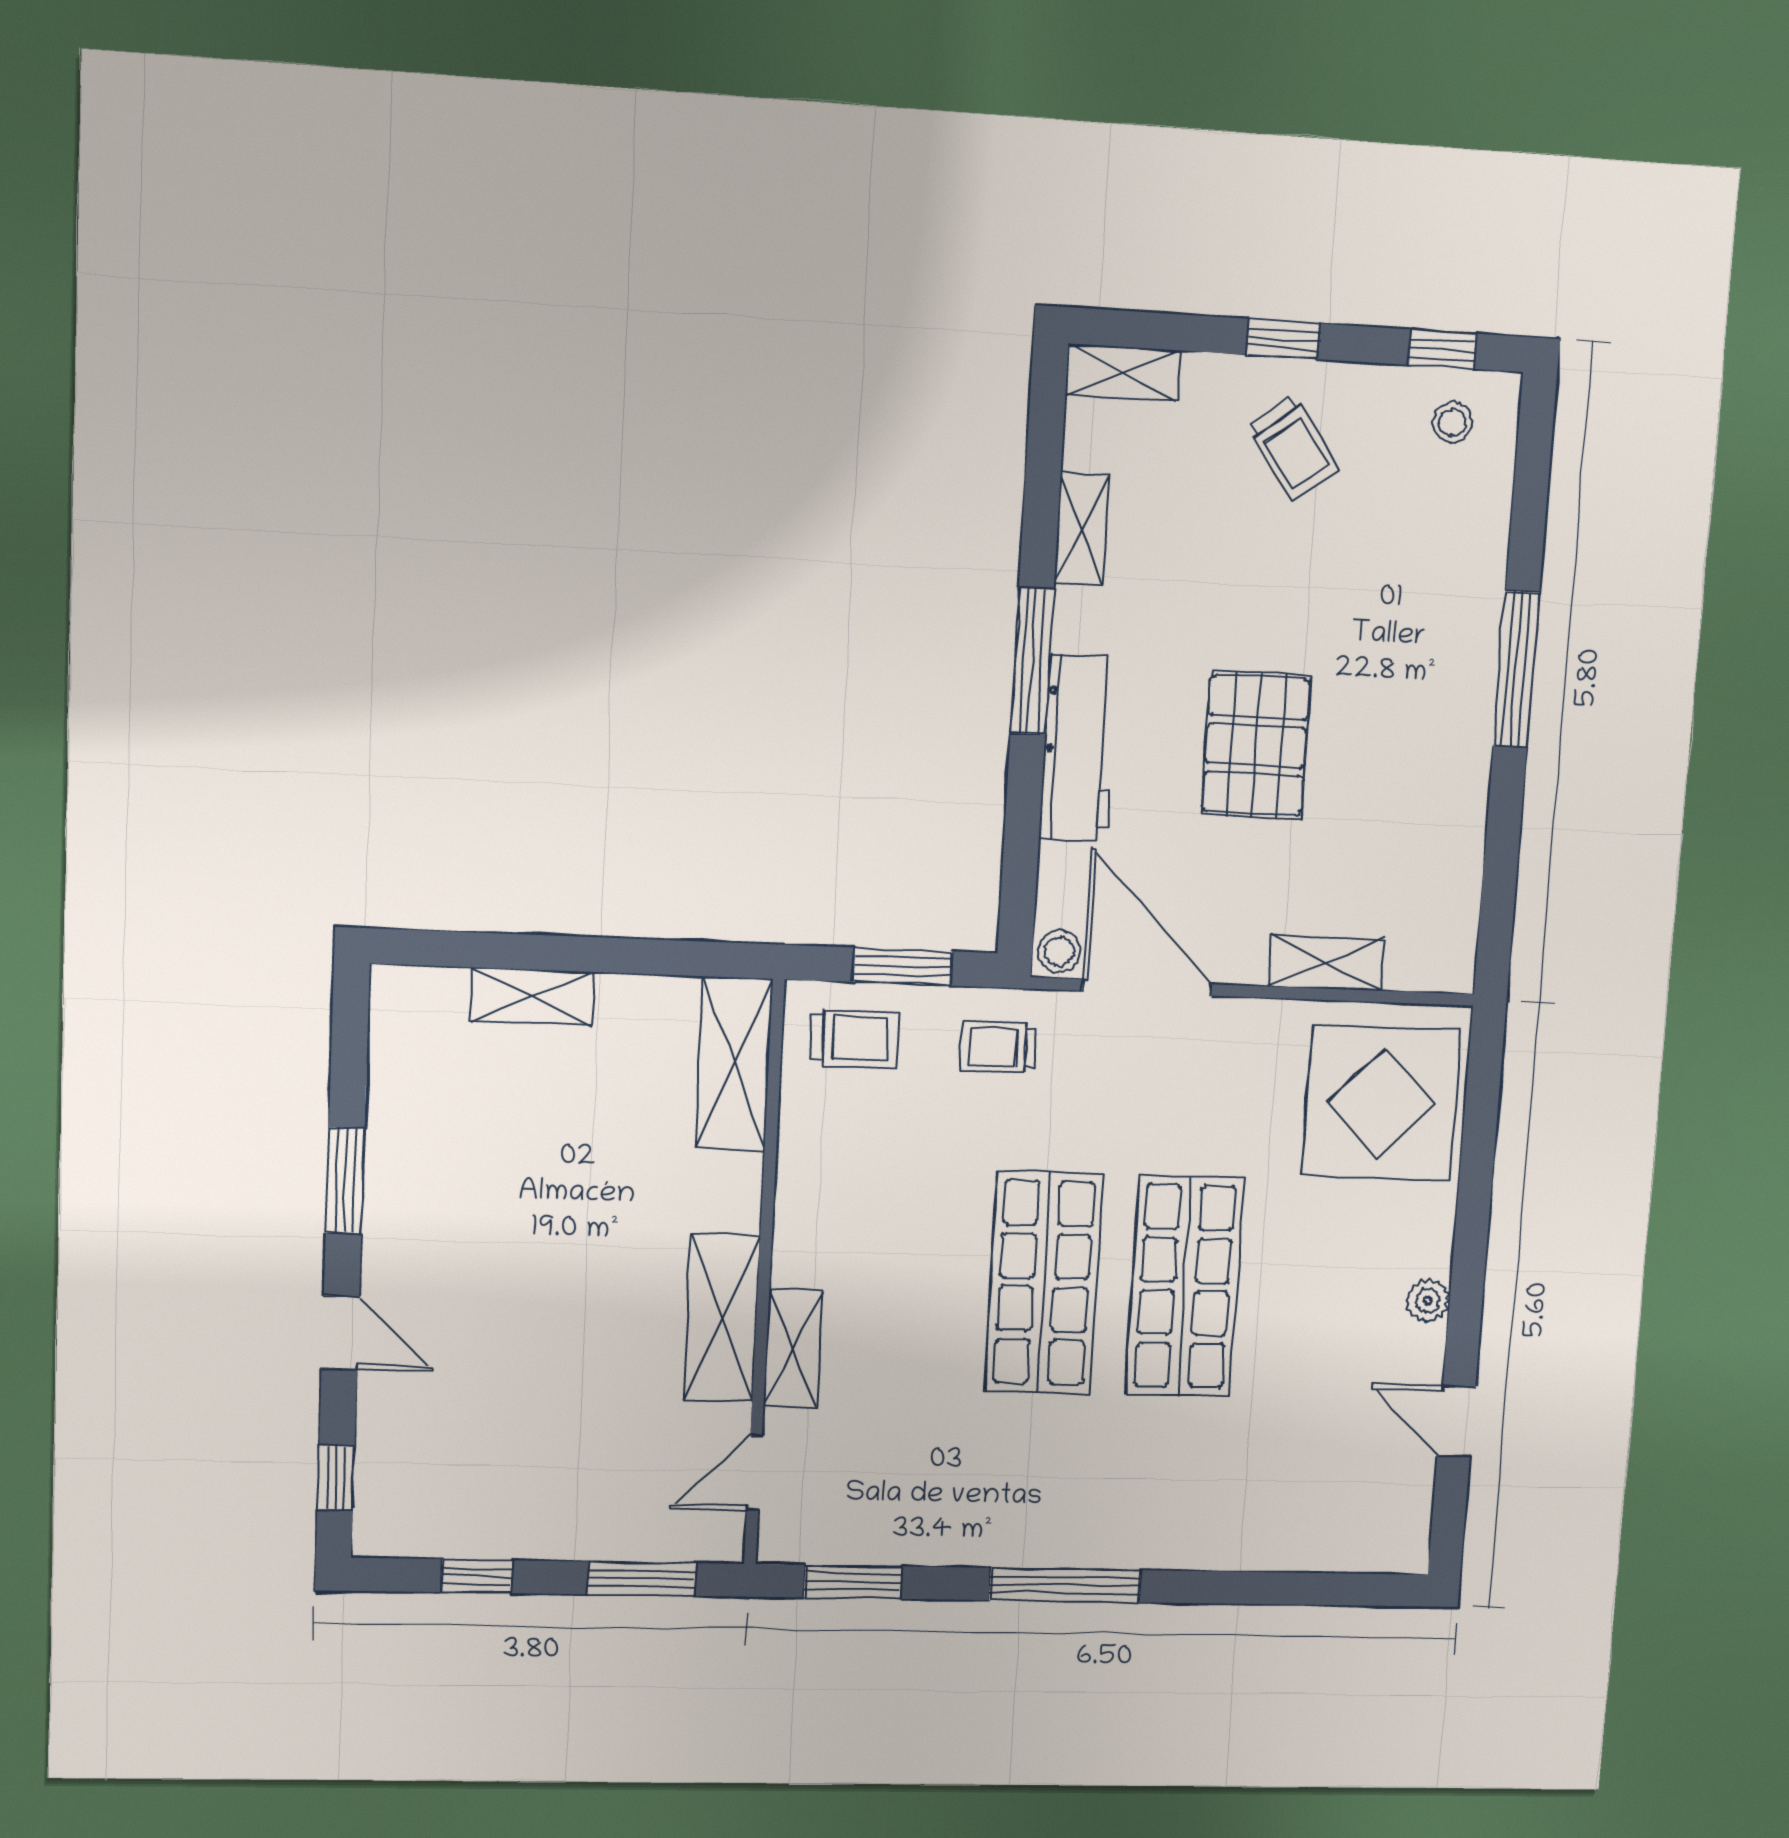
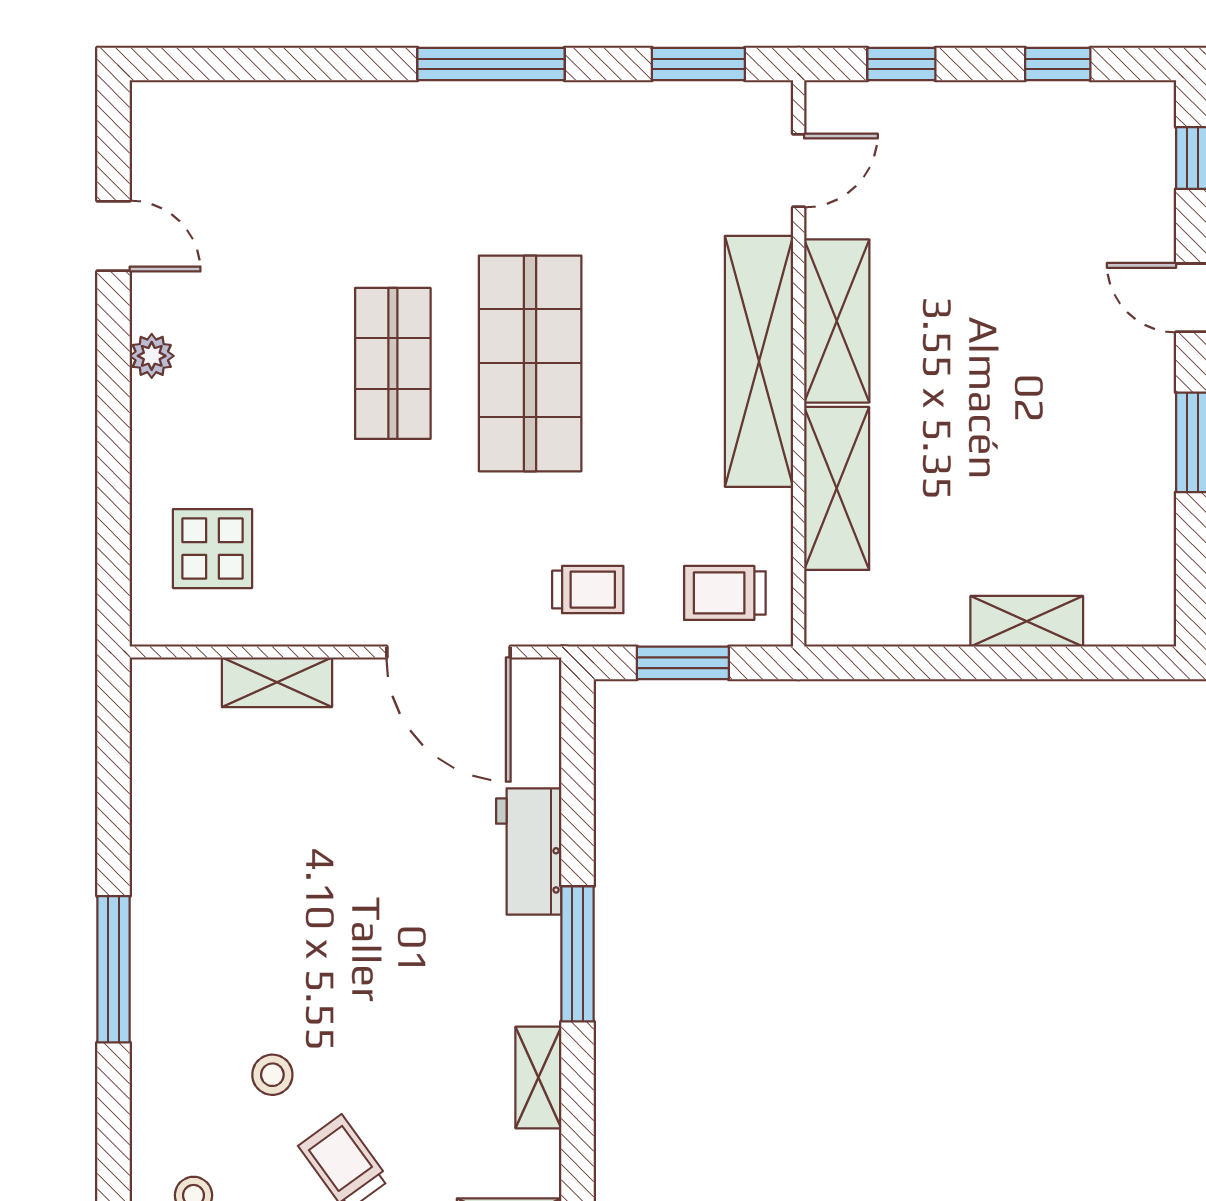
pallet: (1256, 745) -> (359, 886), removed
workbench: (1078, 748) -> (529, 851), width x0.73
stool: (1059, 952) -> (272, 1075), moved
shelving: (734, 1064) -> (837, 488), moved
display table: (1382, 1103) -> (213, 549), width x0.54, depth x0.54
shop shelf: (1185, 1287) -> (393, 363), width x0.70, depth x0.74
shelving: (793, 1349) -> (759, 361), width x2.20, depth x1.33
window: (642, 1579) -> (901, 64), width x0.67

